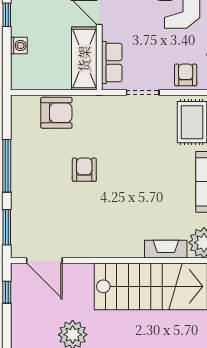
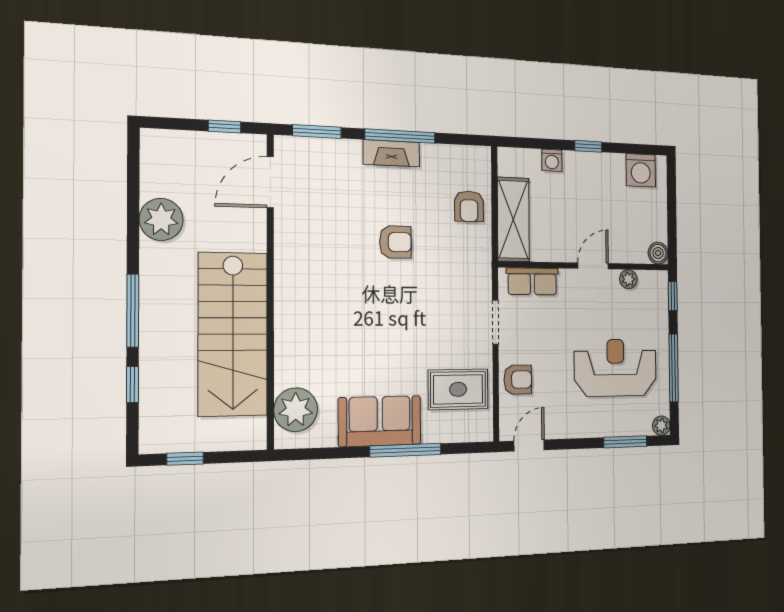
shelving: (84, 59) -> (513, 219), moved, turned 90
armchair: (56, 113) -> (469, 206), width x0.72, depth x0.72
fireplace: (166, 249) -> (391, 153), moved, turned 90

